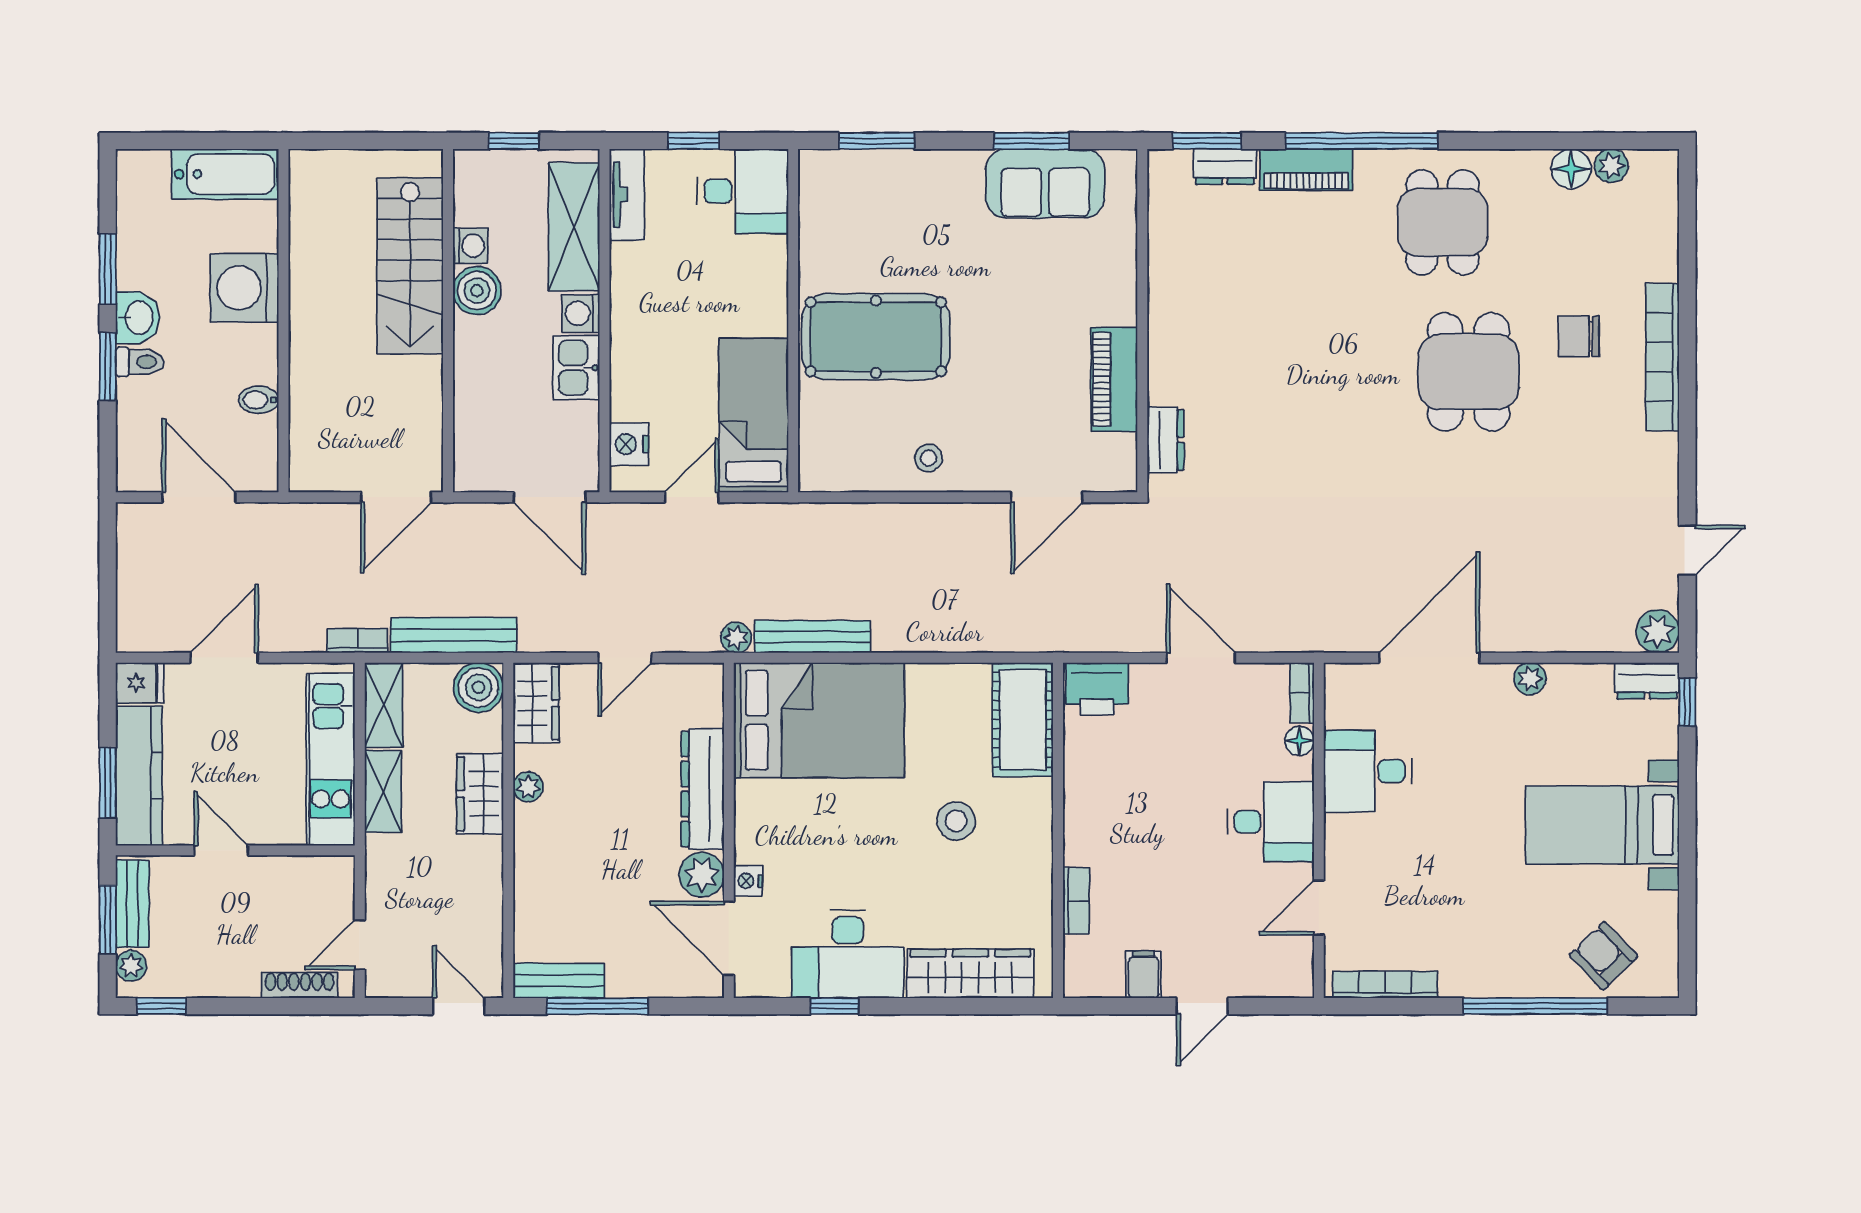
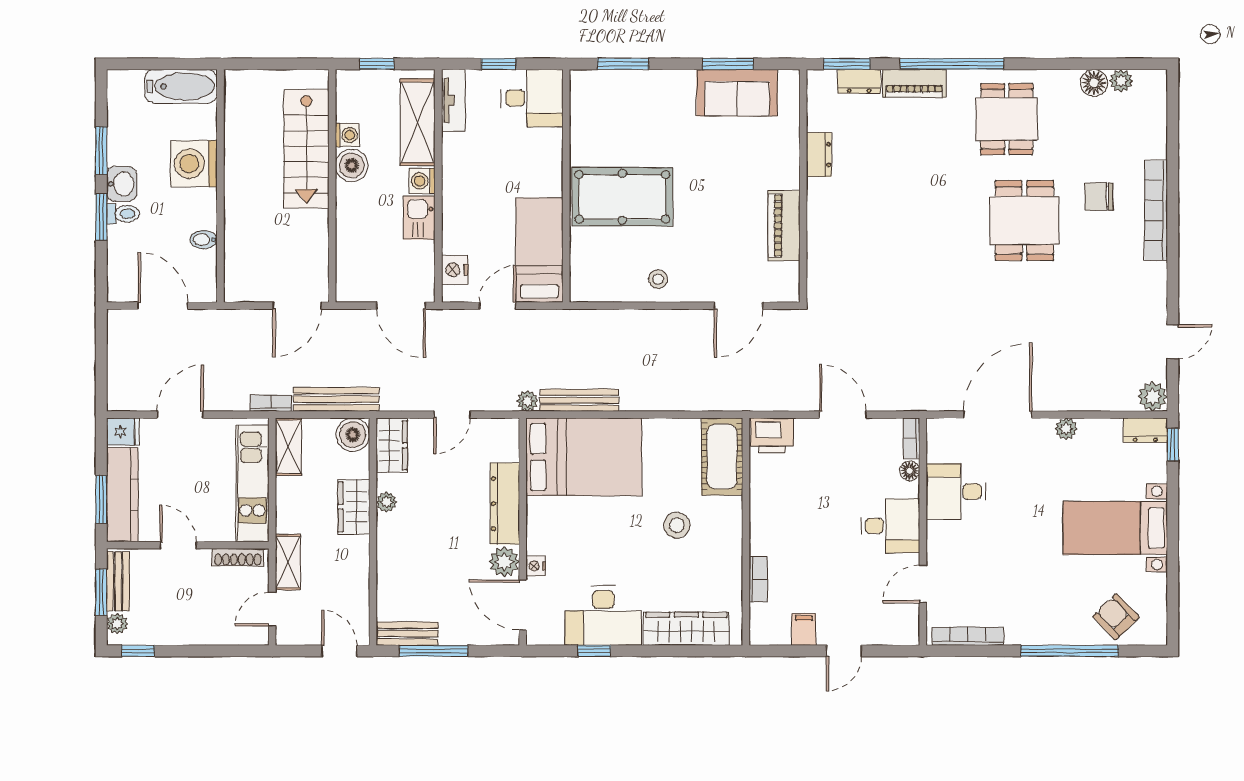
dresser: (1166, 440) -> (819, 155), moved
shelving: (383, 791) -> (288, 562), moved
shoe rack: (300, 985) -> (238, 557), moved, turned 180

